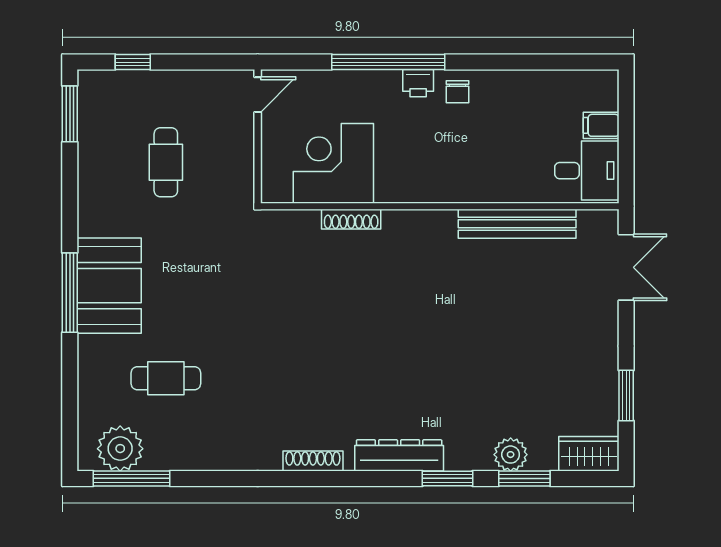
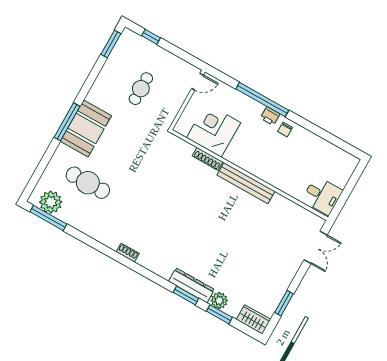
filing cabinet: (601, 125) -> (339, 179), removed
bench: (517, 224) -> (246, 183), moved
cafe table: (166, 378) -> (88, 183), width x1.37, depth x1.35
dresser: (399, 455) -> (191, 285), moved
shoe rack: (313, 461) -> (128, 253), width x0.70

